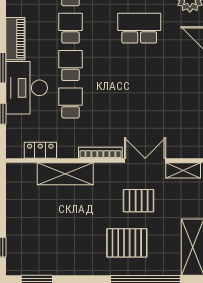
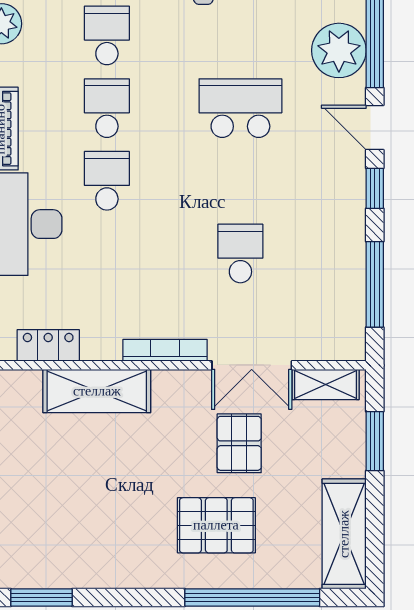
school desk: (71, 103) -> (240, 253), moved
double door: (145, 160) -> (252, 365), swing flipped
pallet: (139, 201) -> (239, 443), turned 90

